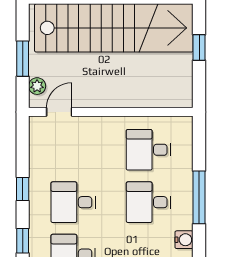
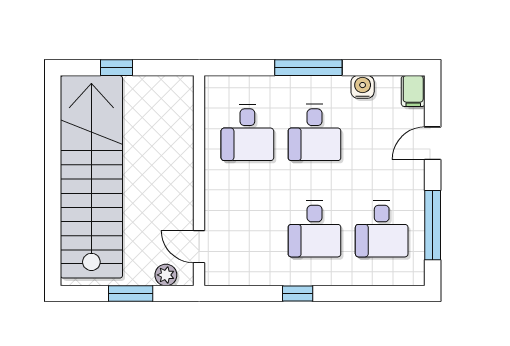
window: (23, 241) -> (364, 294), removed

